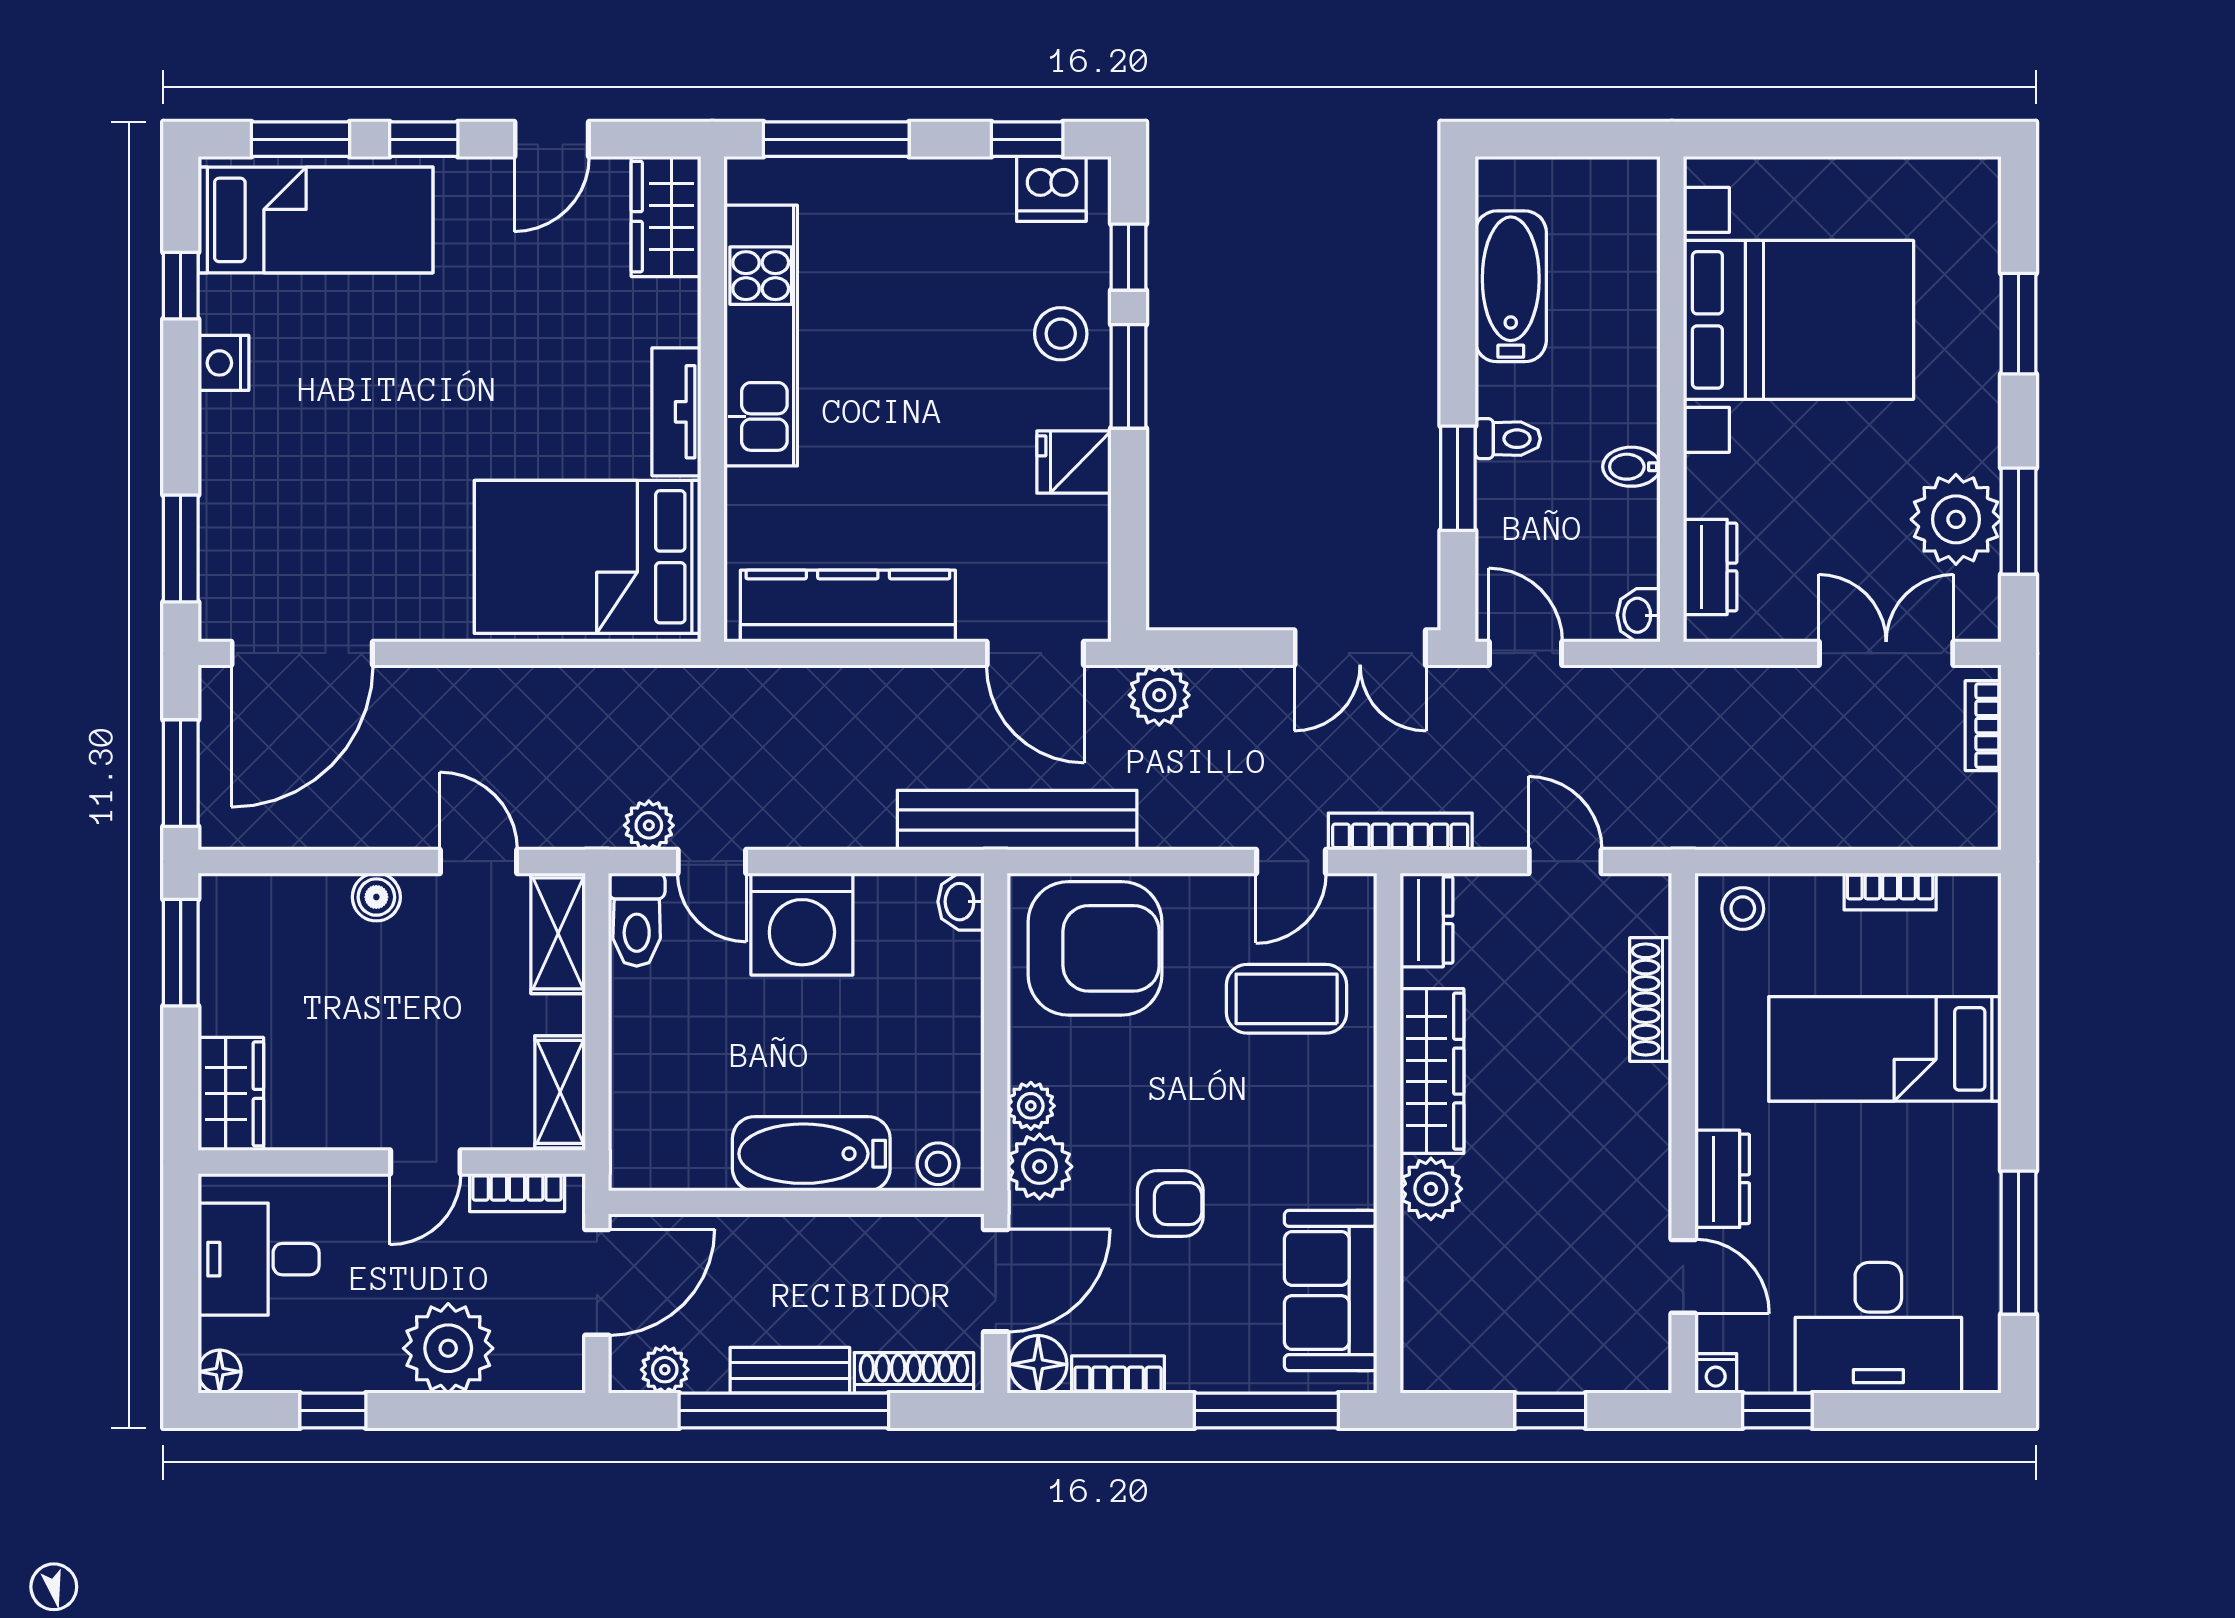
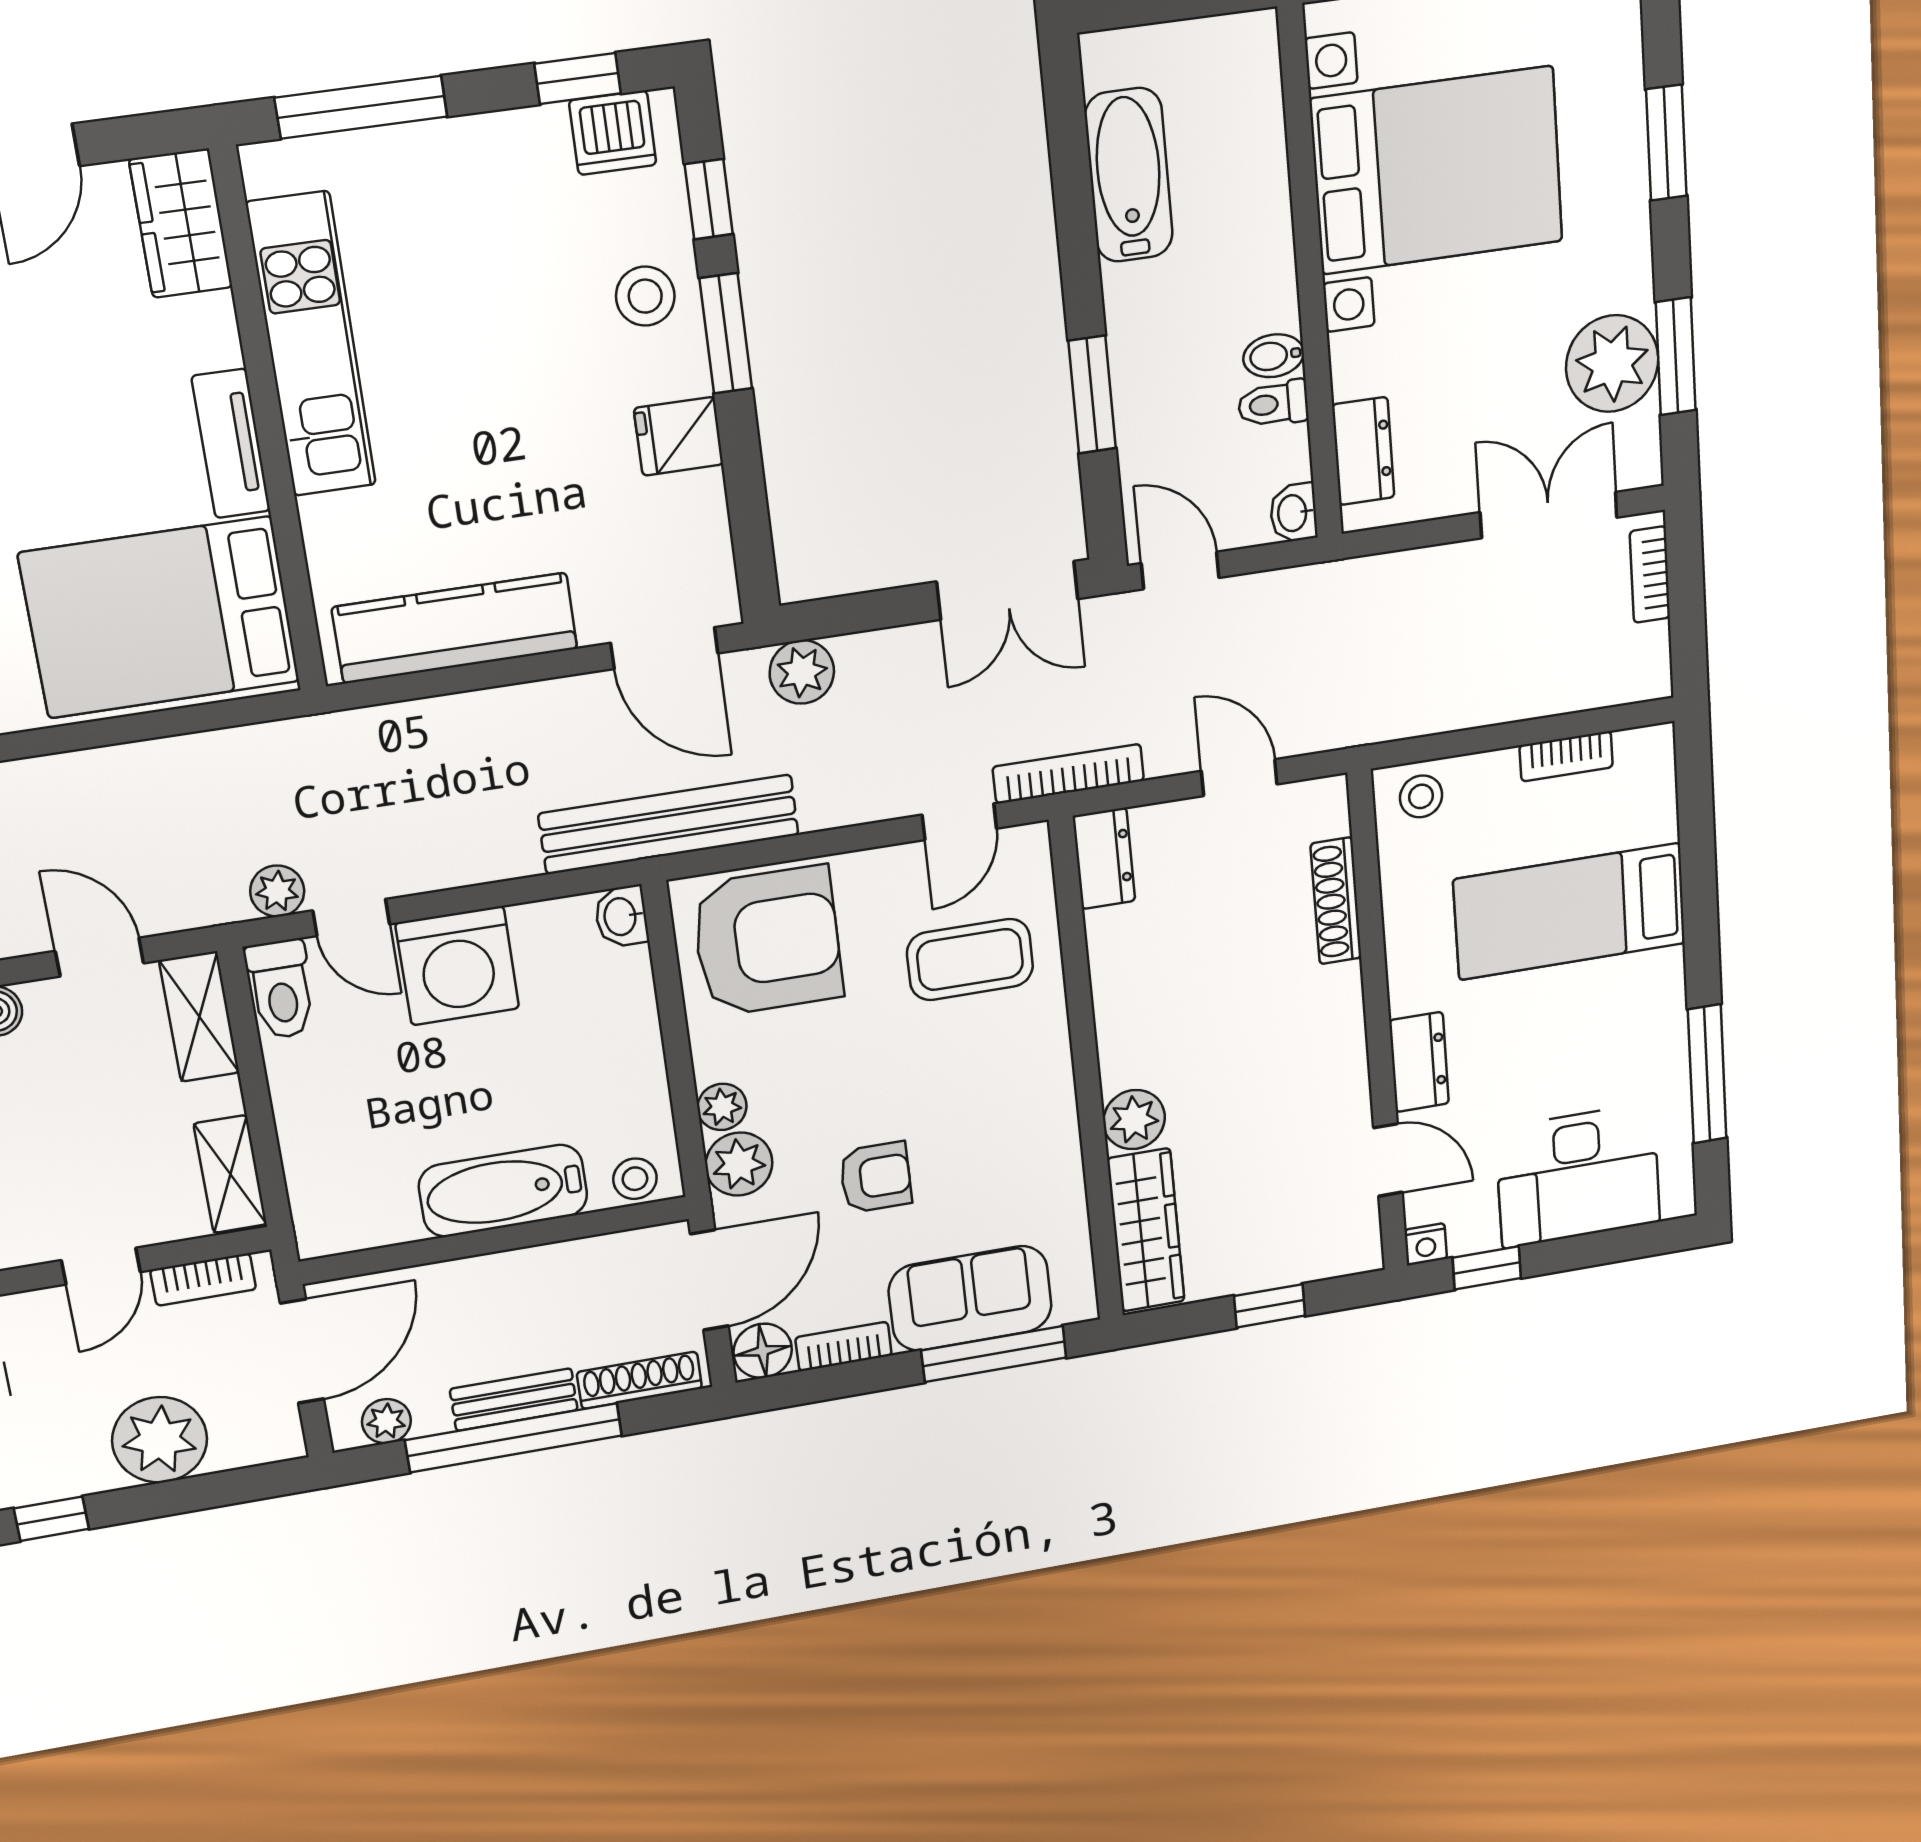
toilet: (1508, 439) -> (1273, 404), moved, turned 180
wardrobe: (1432, 1071) -> (1146, 1230), moved
sofa: (1331, 1290) -> (970, 1298), moved, turned 90

